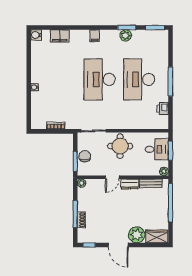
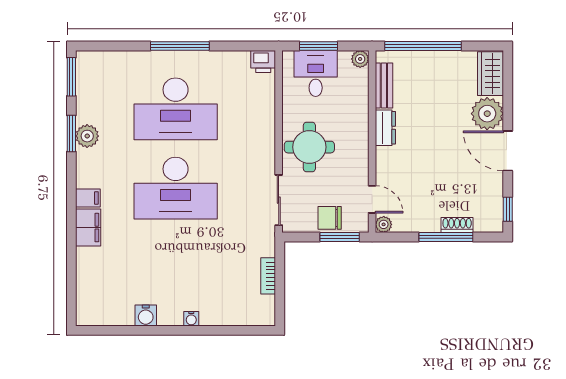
water cooler: (36, 35) -> (146, 315), moved
filing cabinet: (60, 36) -> (88, 228), moved
printer: (163, 109) -> (263, 61), moved
door: (112, 177) -> (372, 199), moved
door: (118, 245) -> (508, 151), swing flipped

